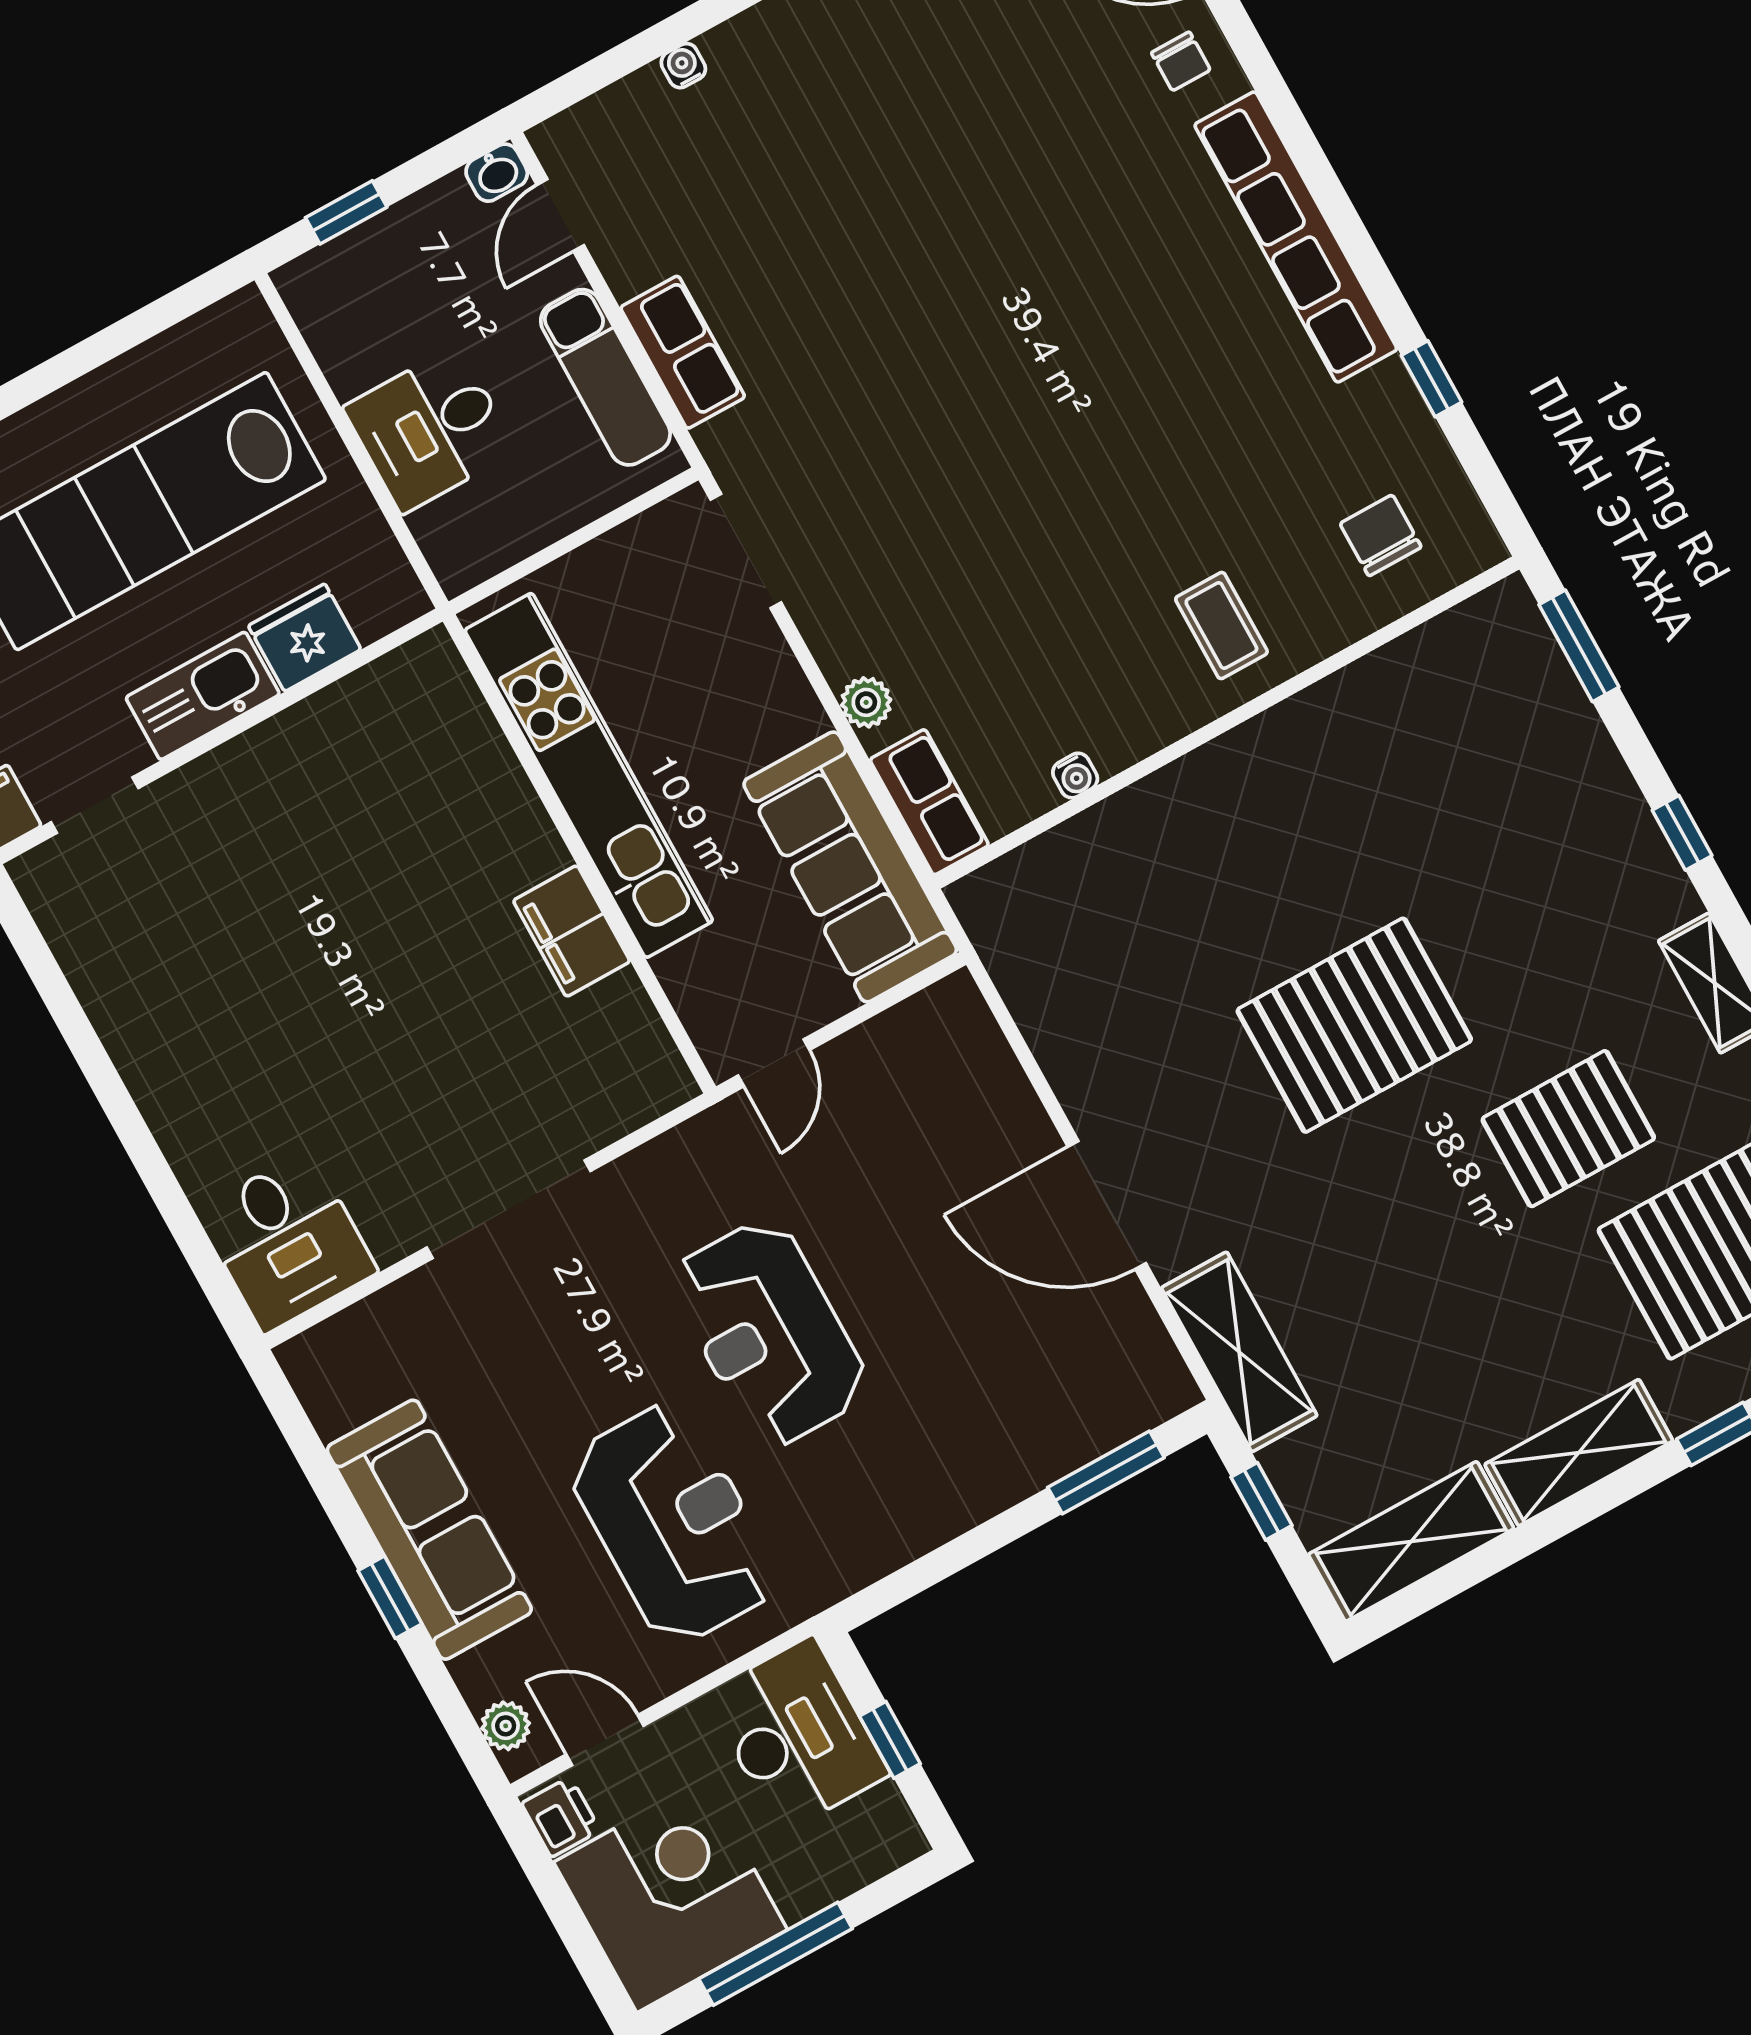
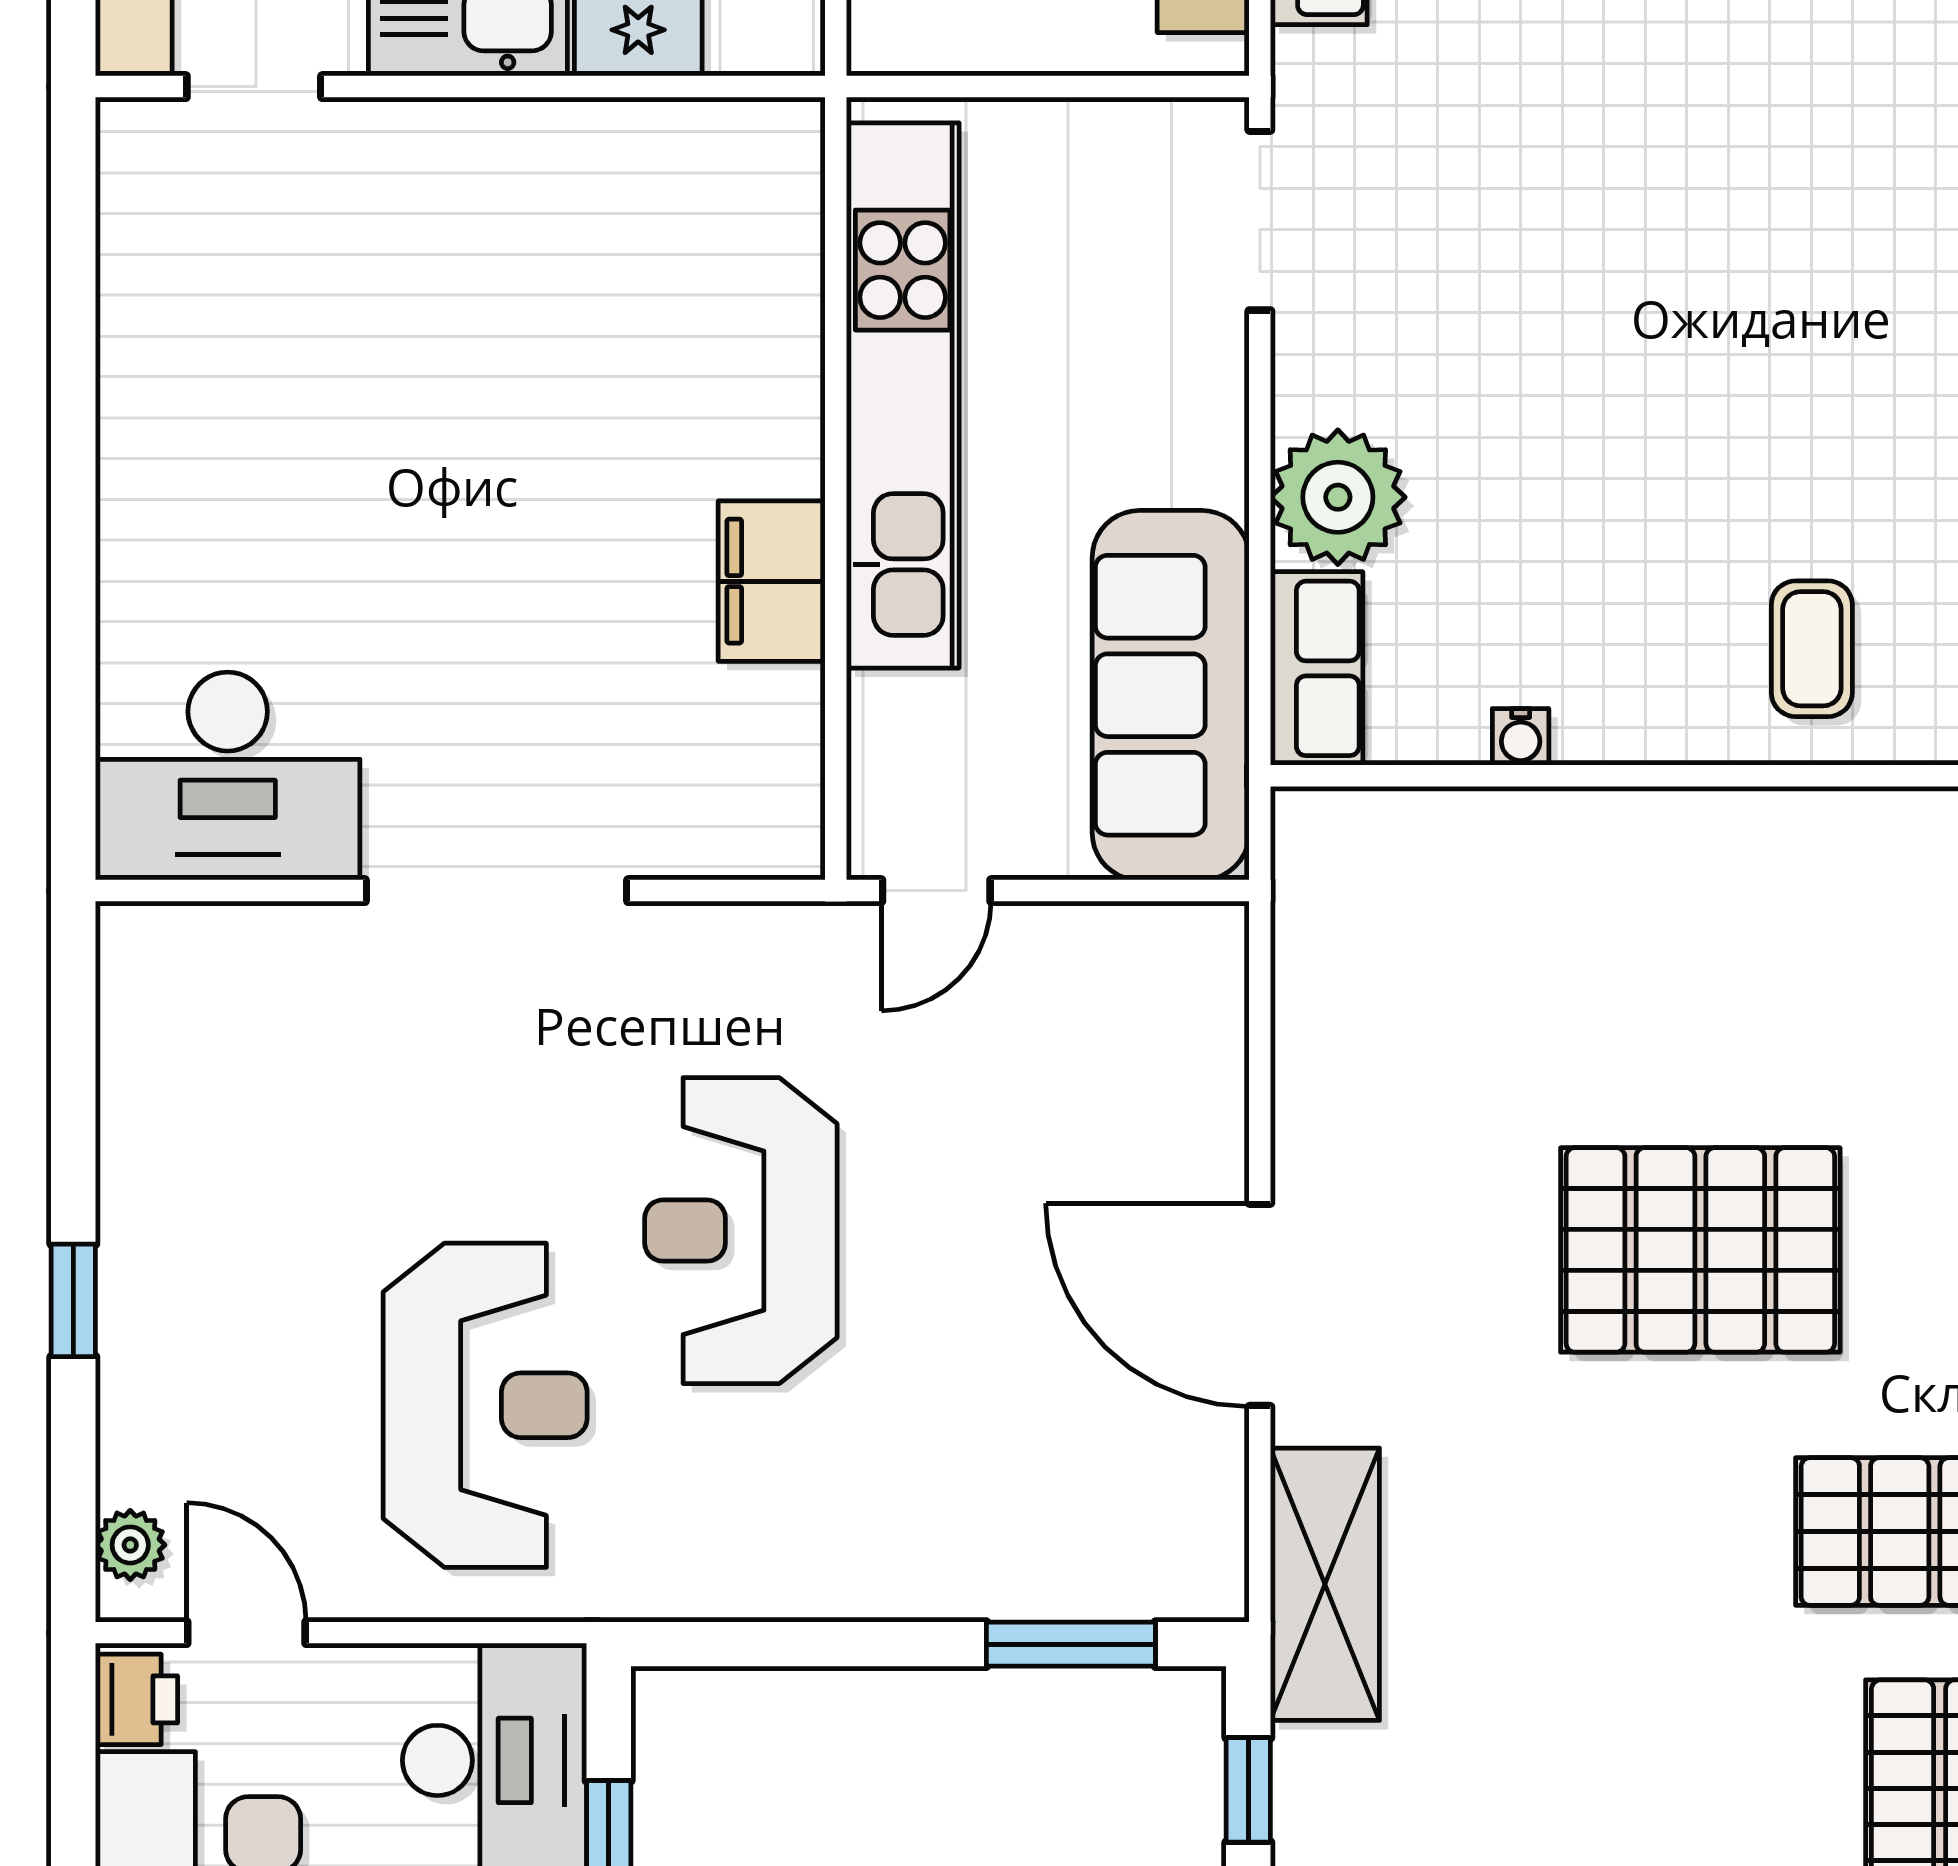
plant: (866, 702) -> (1338, 497), width x1.88, depth x1.88
desk: (287, 1242) -> (228, 776), width x1.37
sofa: (429, 1530) -> (171, 1242), removed

